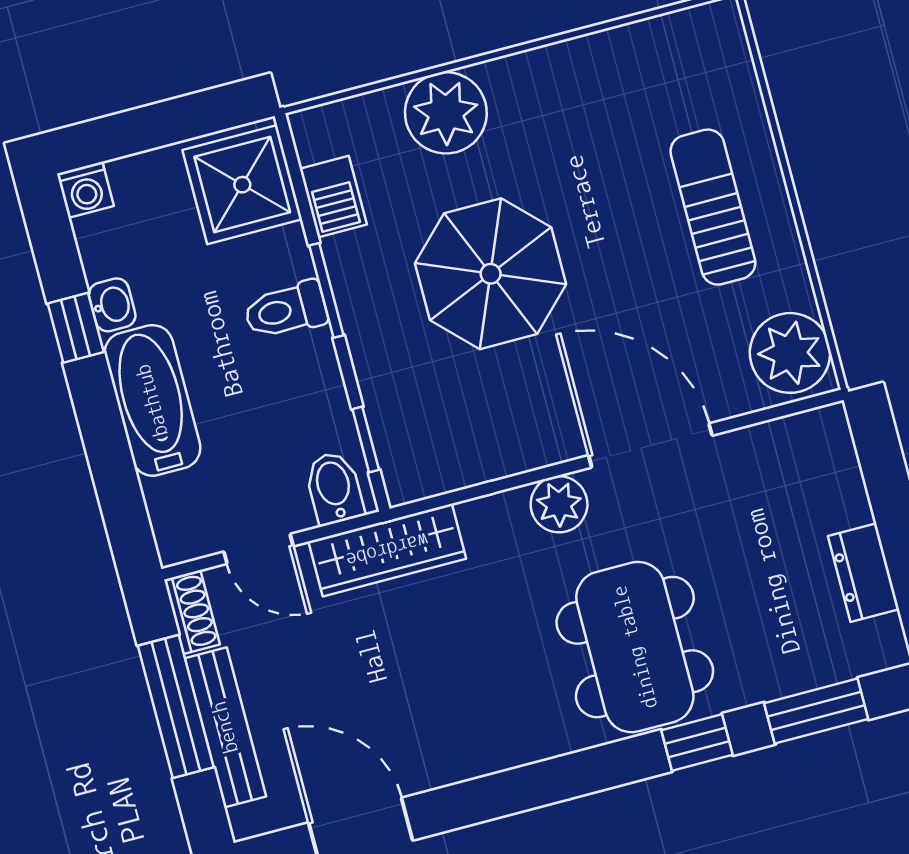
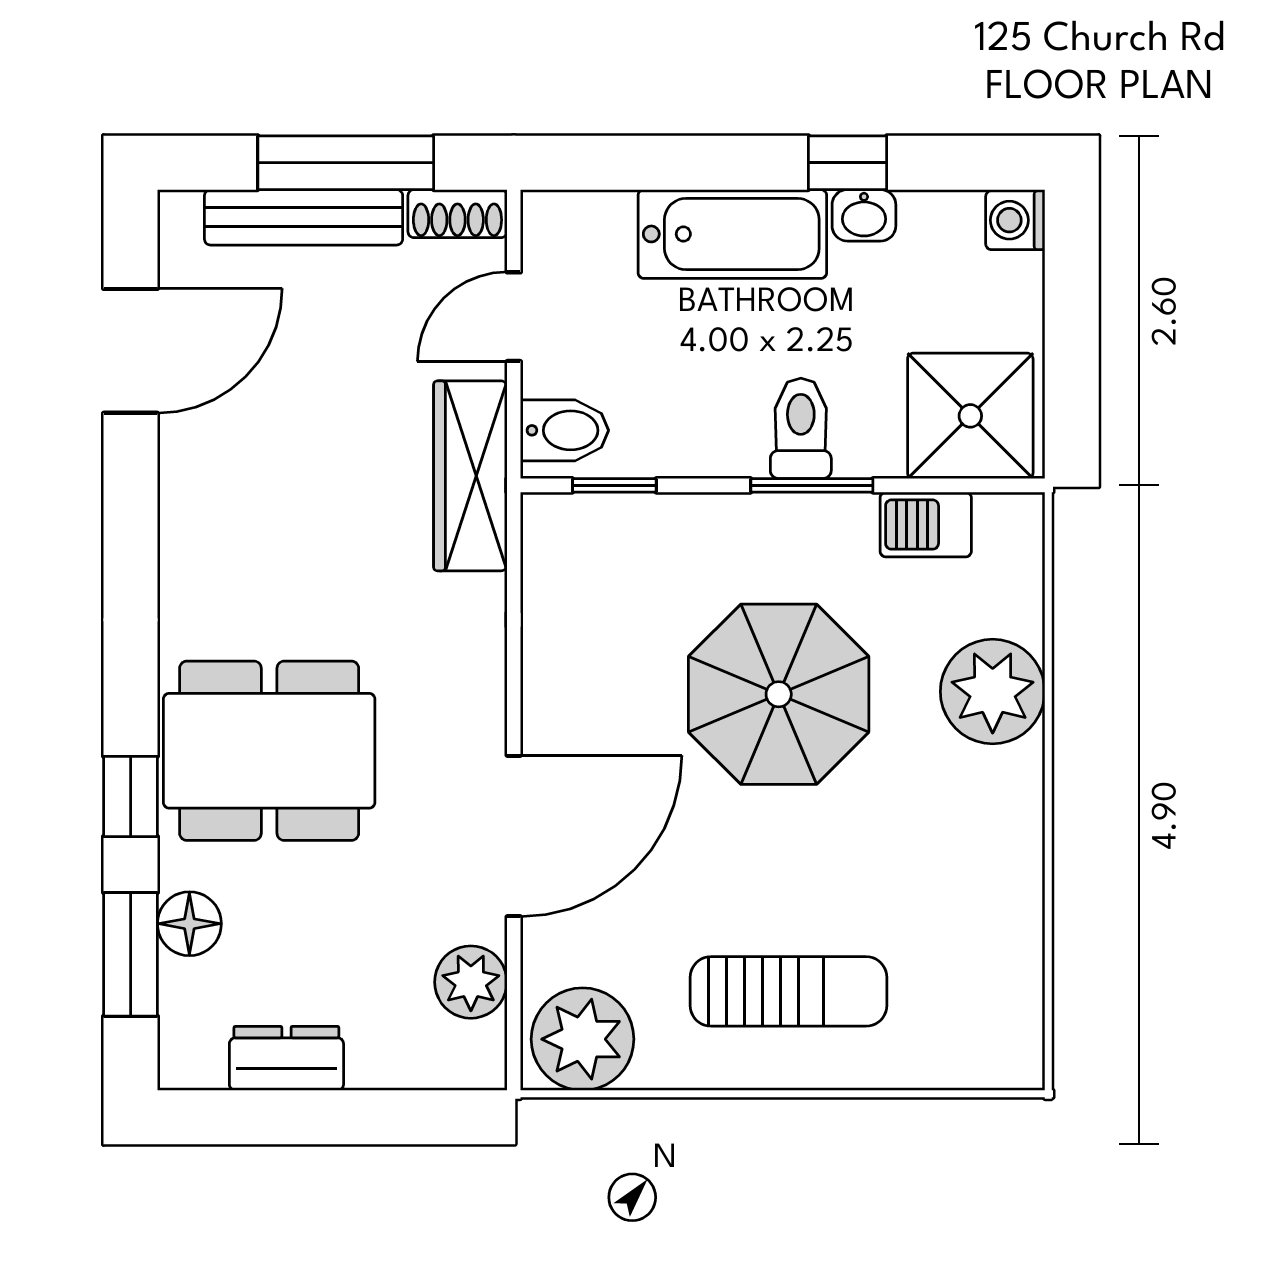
plant: (559, 504) -> (471, 982), moved
floor lamp: (781, 673) -> (189, 924), added

